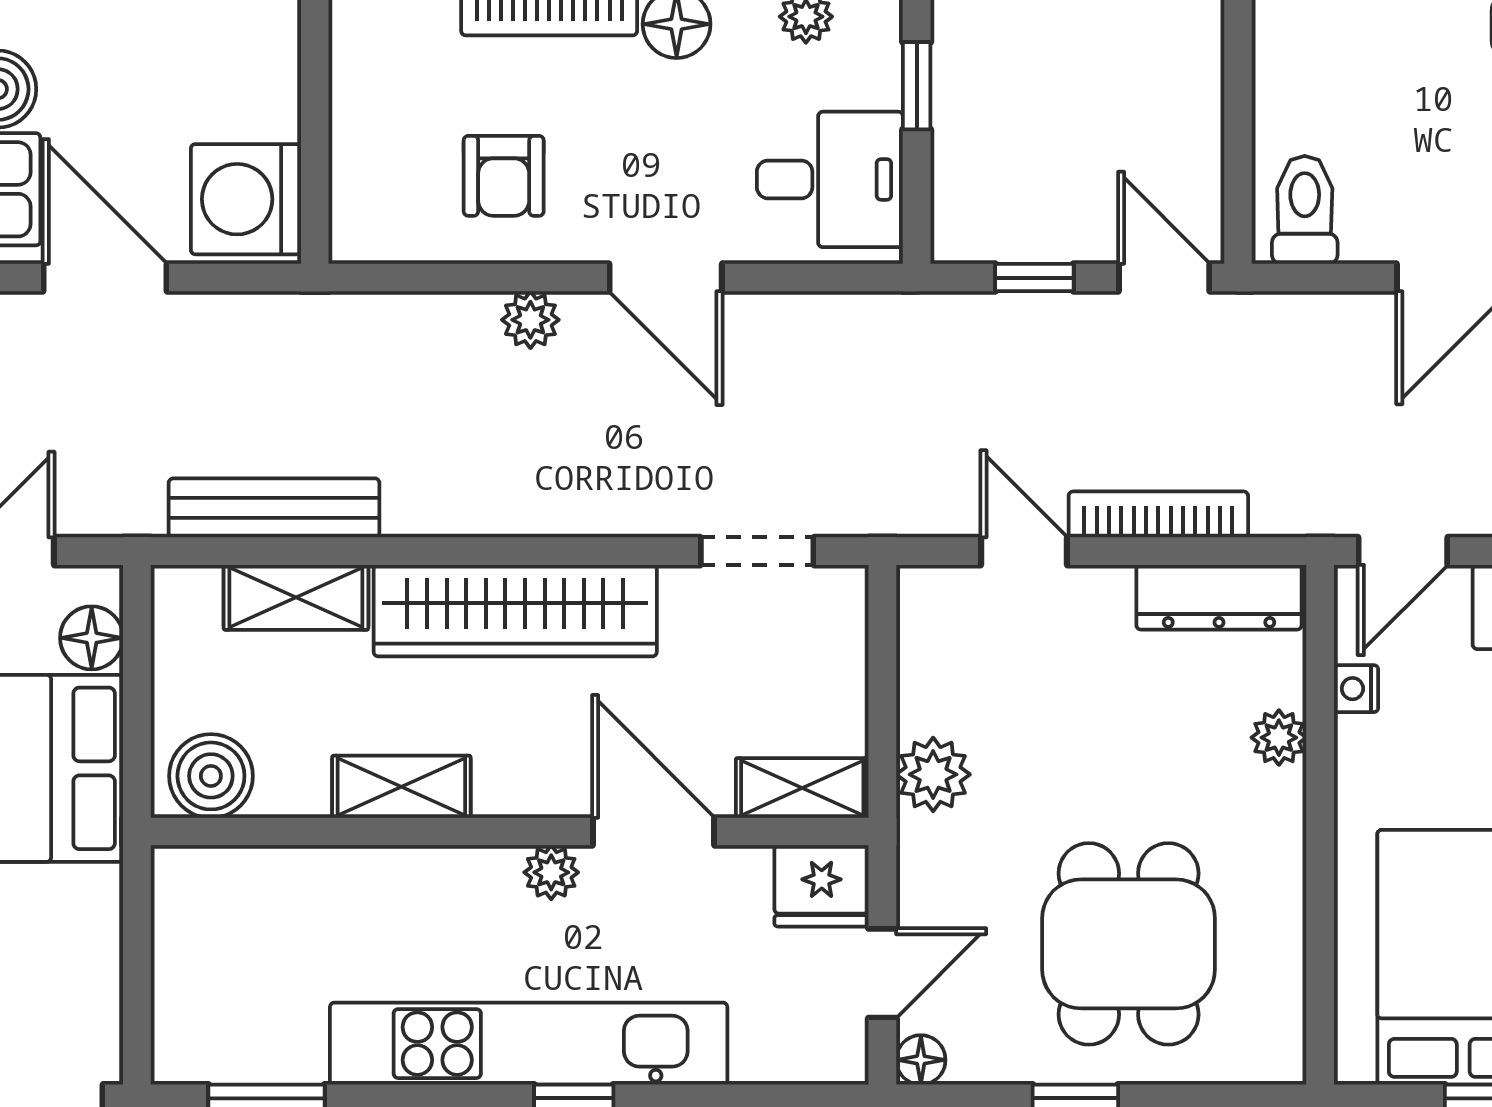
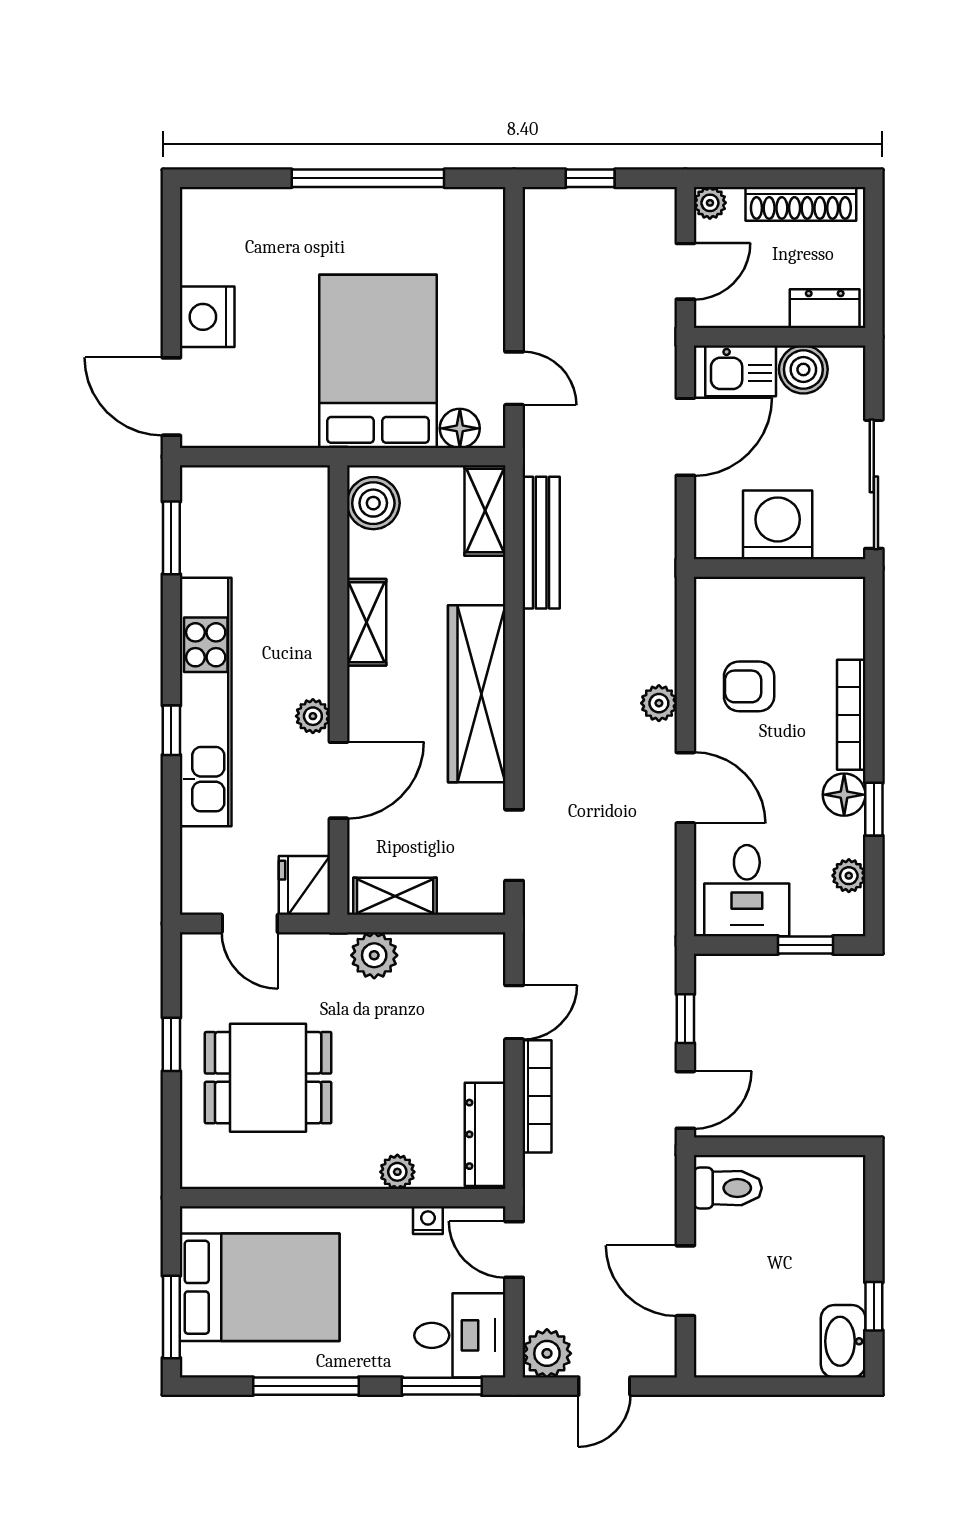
washing machine: (246, 199) -> (778, 525), moved
door: (666, 278) -> (685, 788), swing flipped
shelving: (296, 597) -> (485, 511), moved
shelving: (802, 788) -> (395, 896), moved, turned 90
floor lamp: (921, 1060) -> (195, 948), removed

